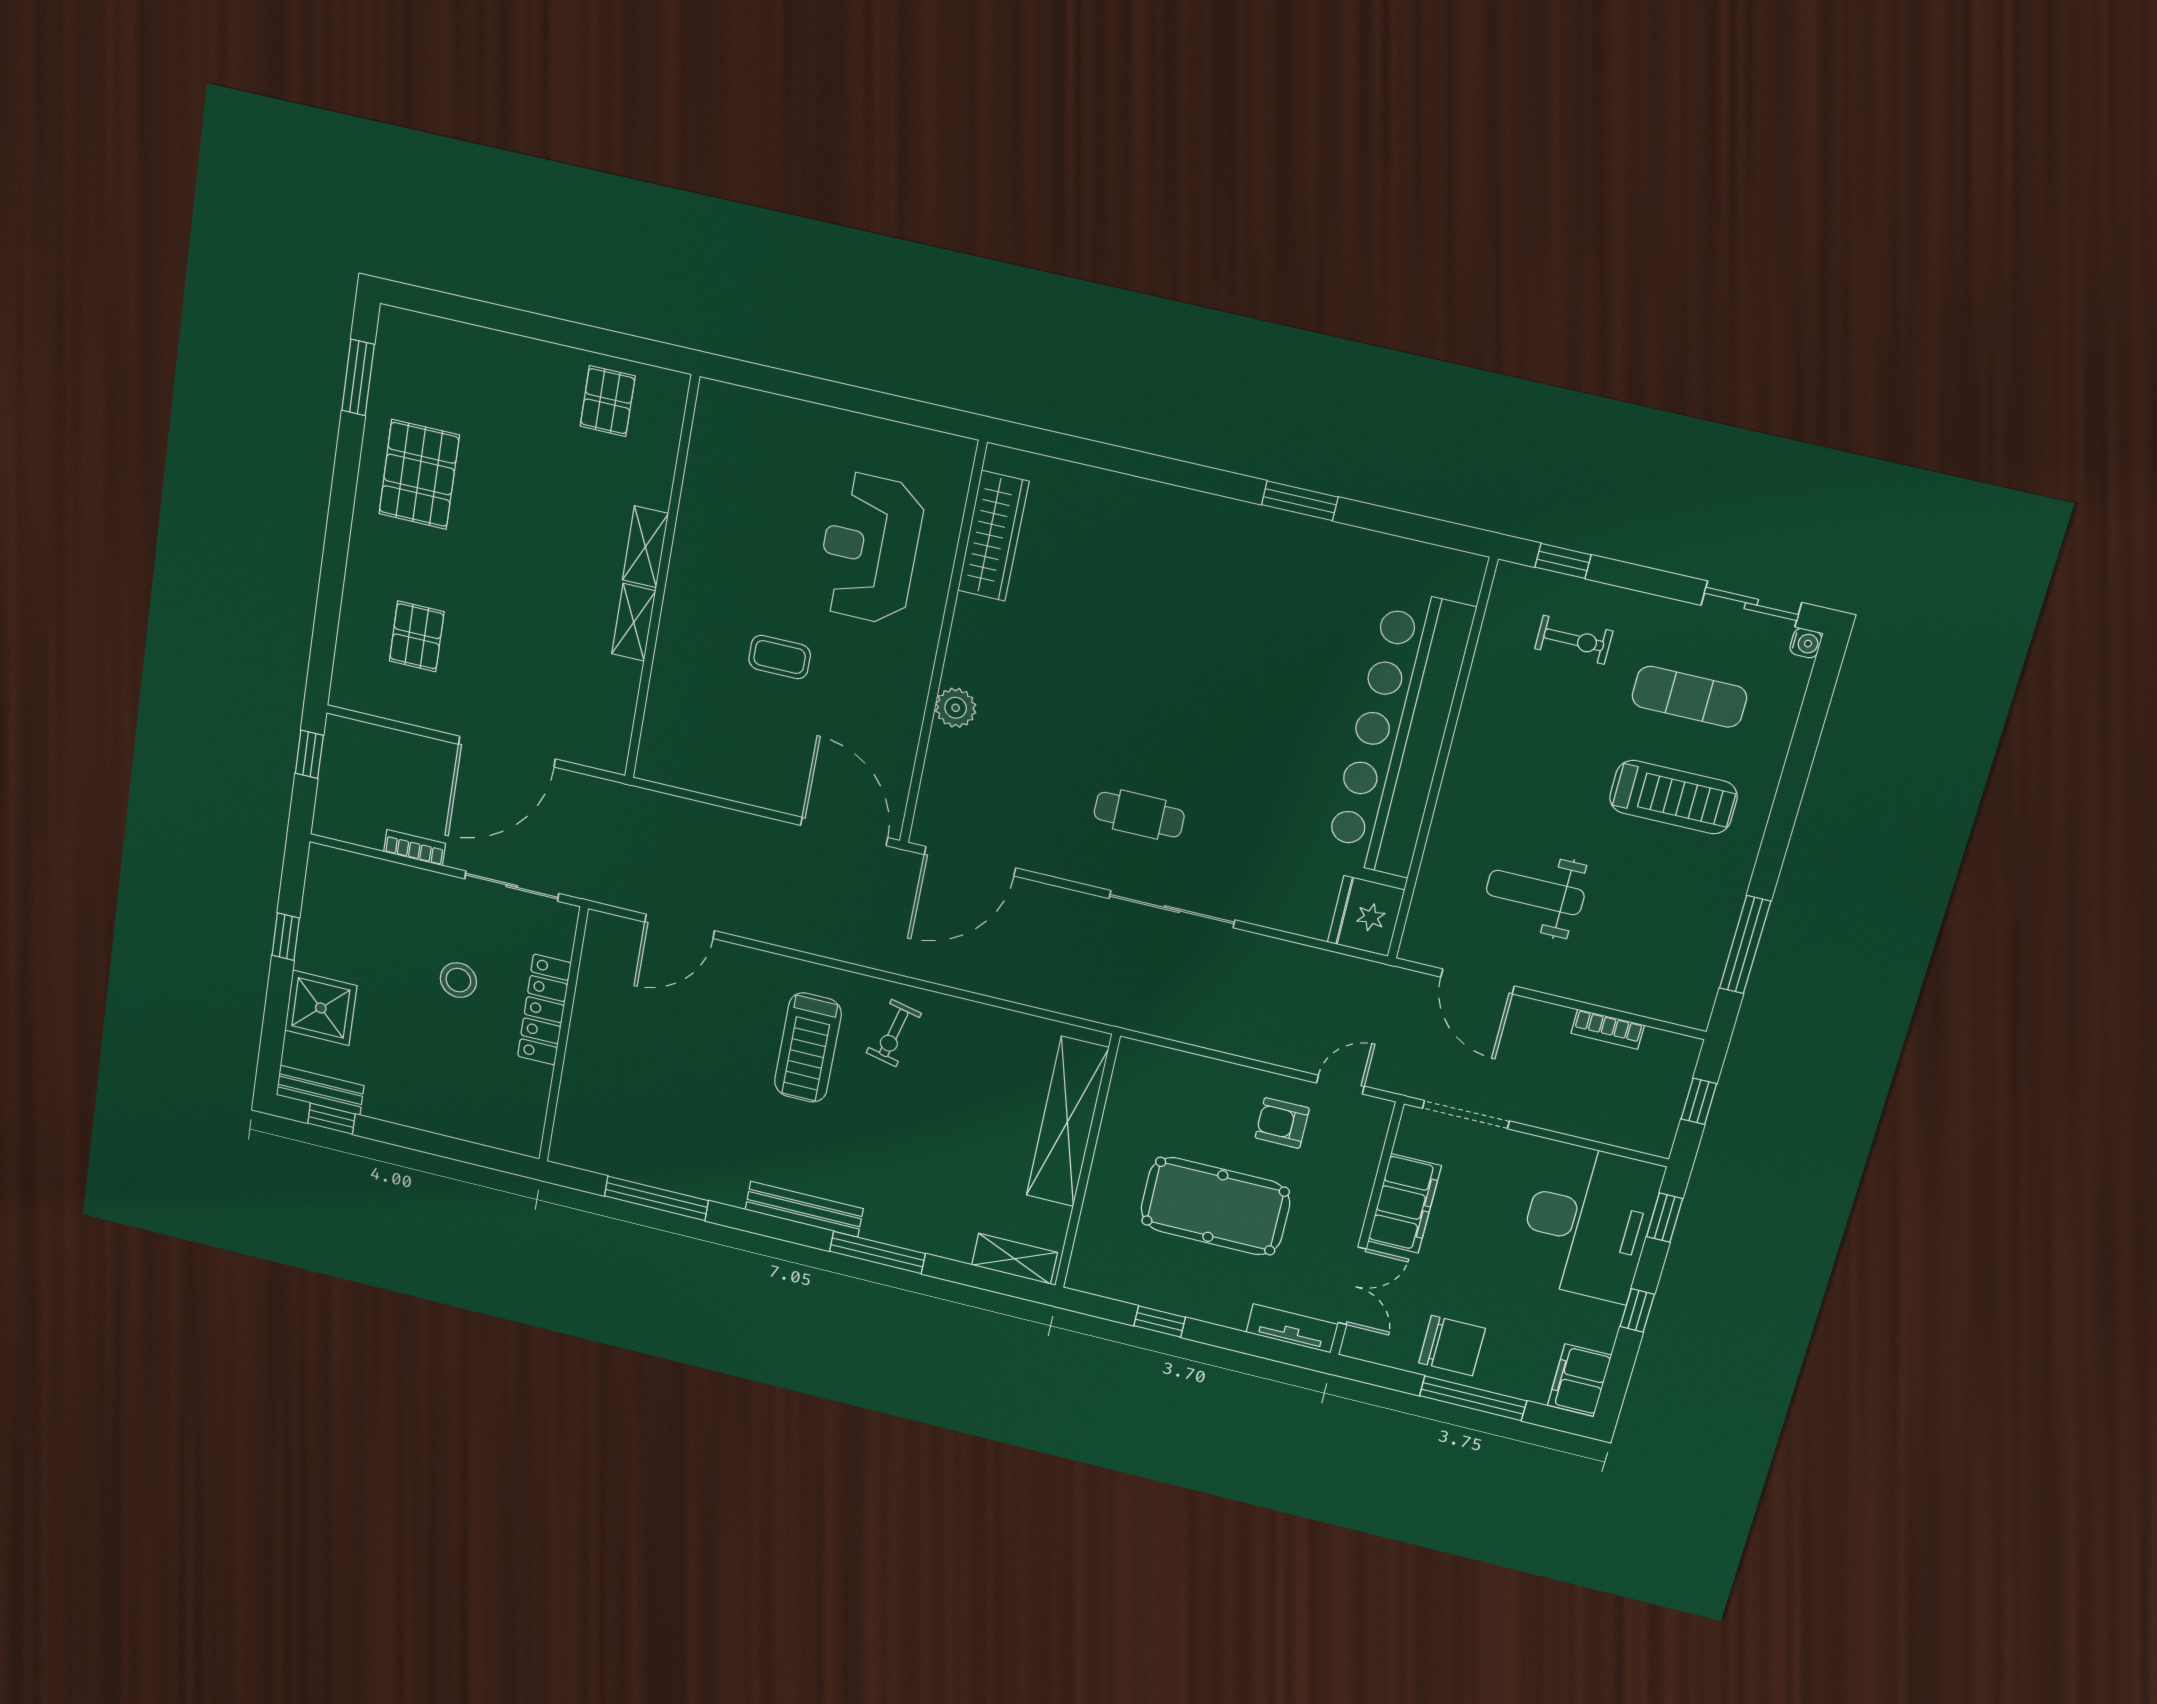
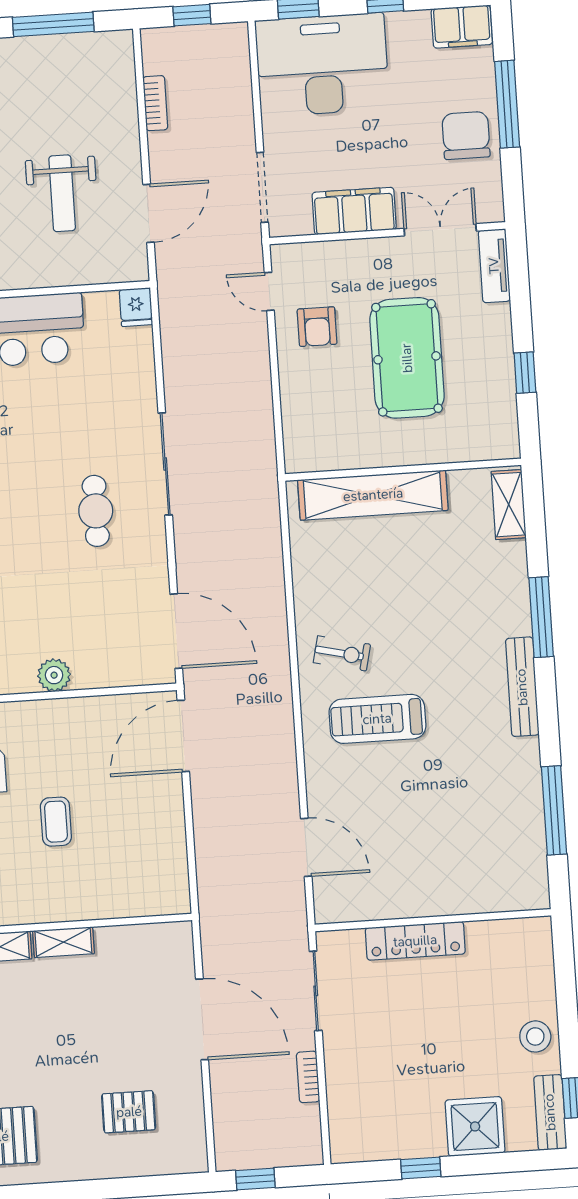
fridge: (1366, 916) -> (136, 307), width x0.53, depth x0.75
stool: (458, 980) -> (535, 1036), moved
treadmill: (808, 1048) -> (377, 719), turned 180

